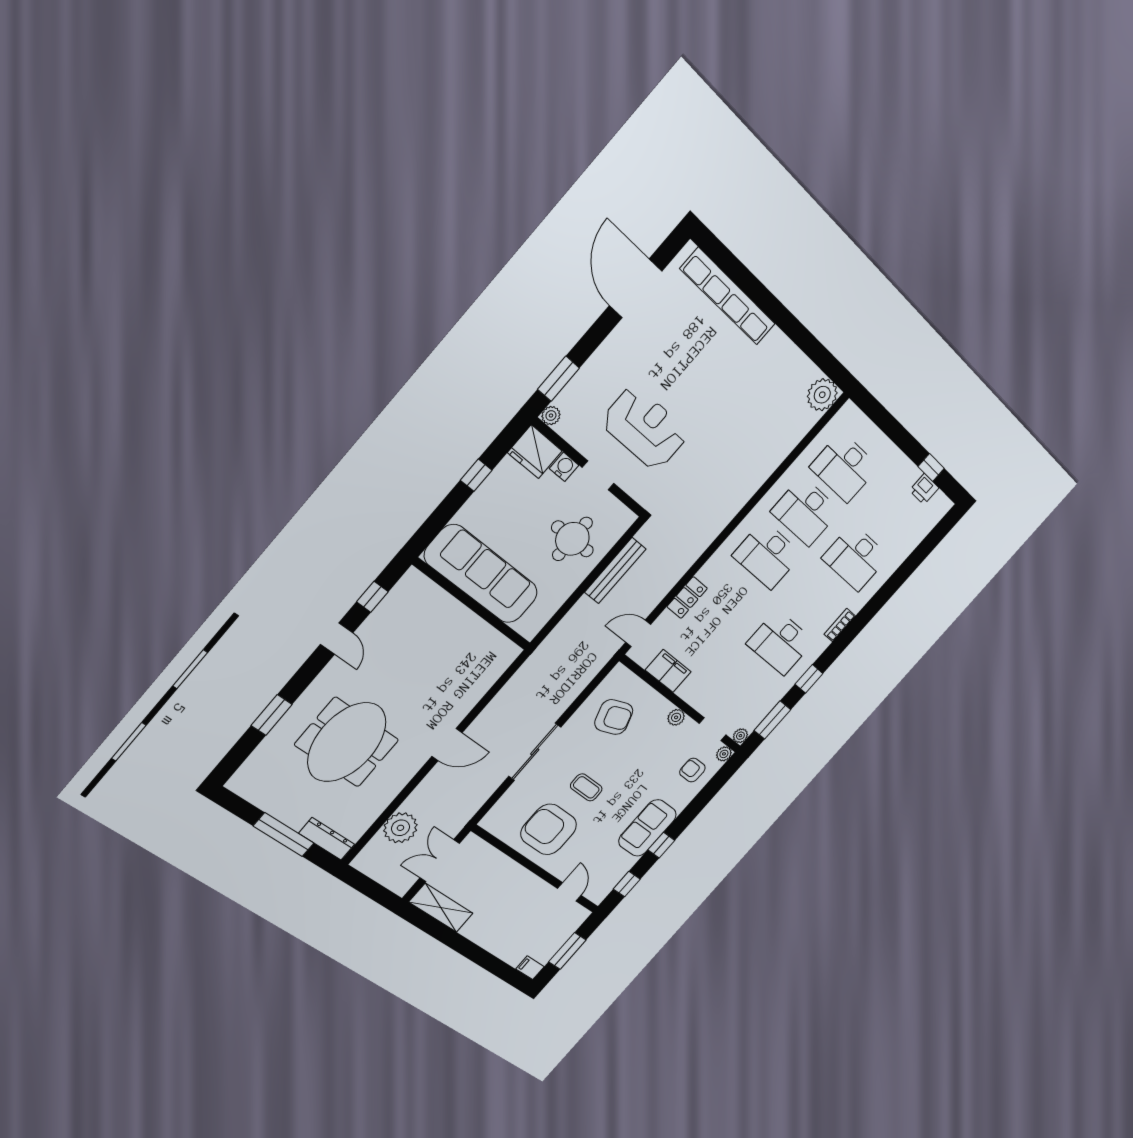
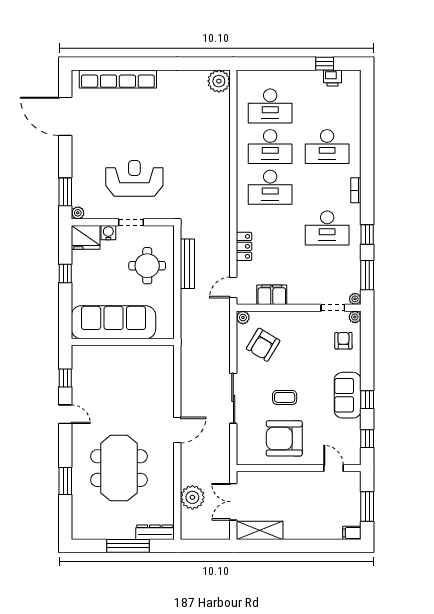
armchair: (614, 717) -> (263, 345), turned 141
plant: (676, 717) -> (243, 317), moved
armchair: (692, 770) -> (343, 341), turned 90

